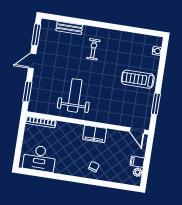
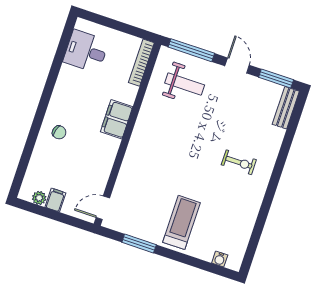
bench: (69, 28) -> (286, 108), moved
window: (27, 92) -> (191, 50), width x1.44
weight bench: (75, 95) -> (185, 84), moved, width x0.73, depth x0.75
filing cabinet: (95, 134) -> (117, 119), moved
desk: (39, 158) -> (86, 51), width x0.73

